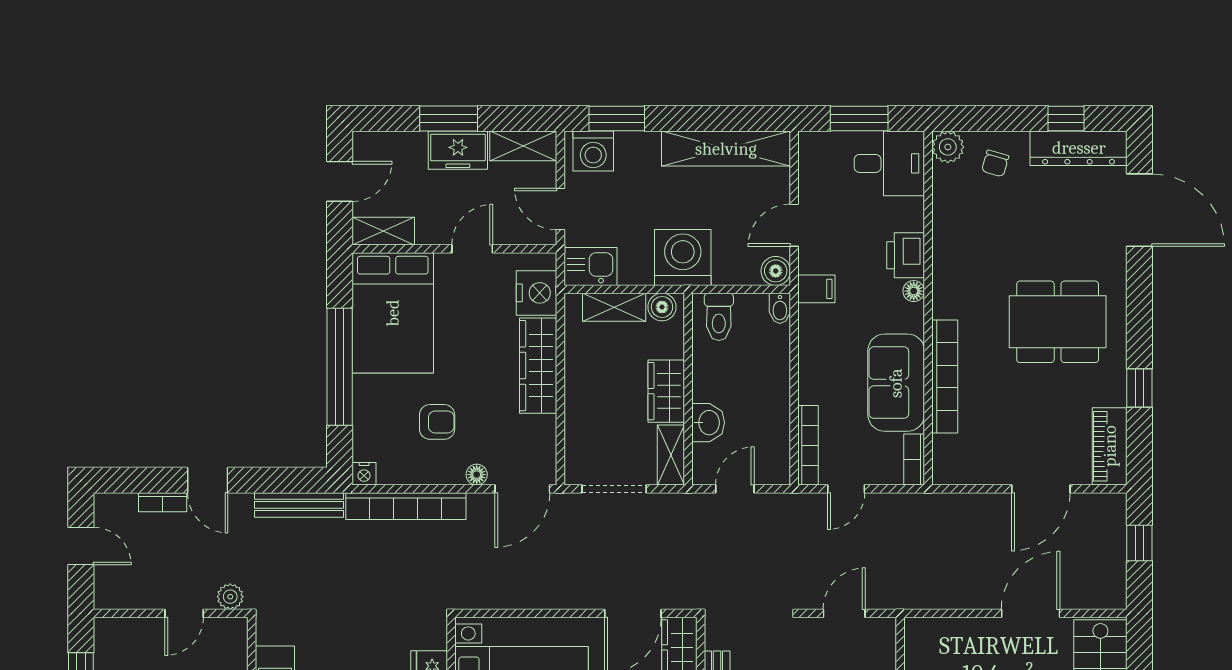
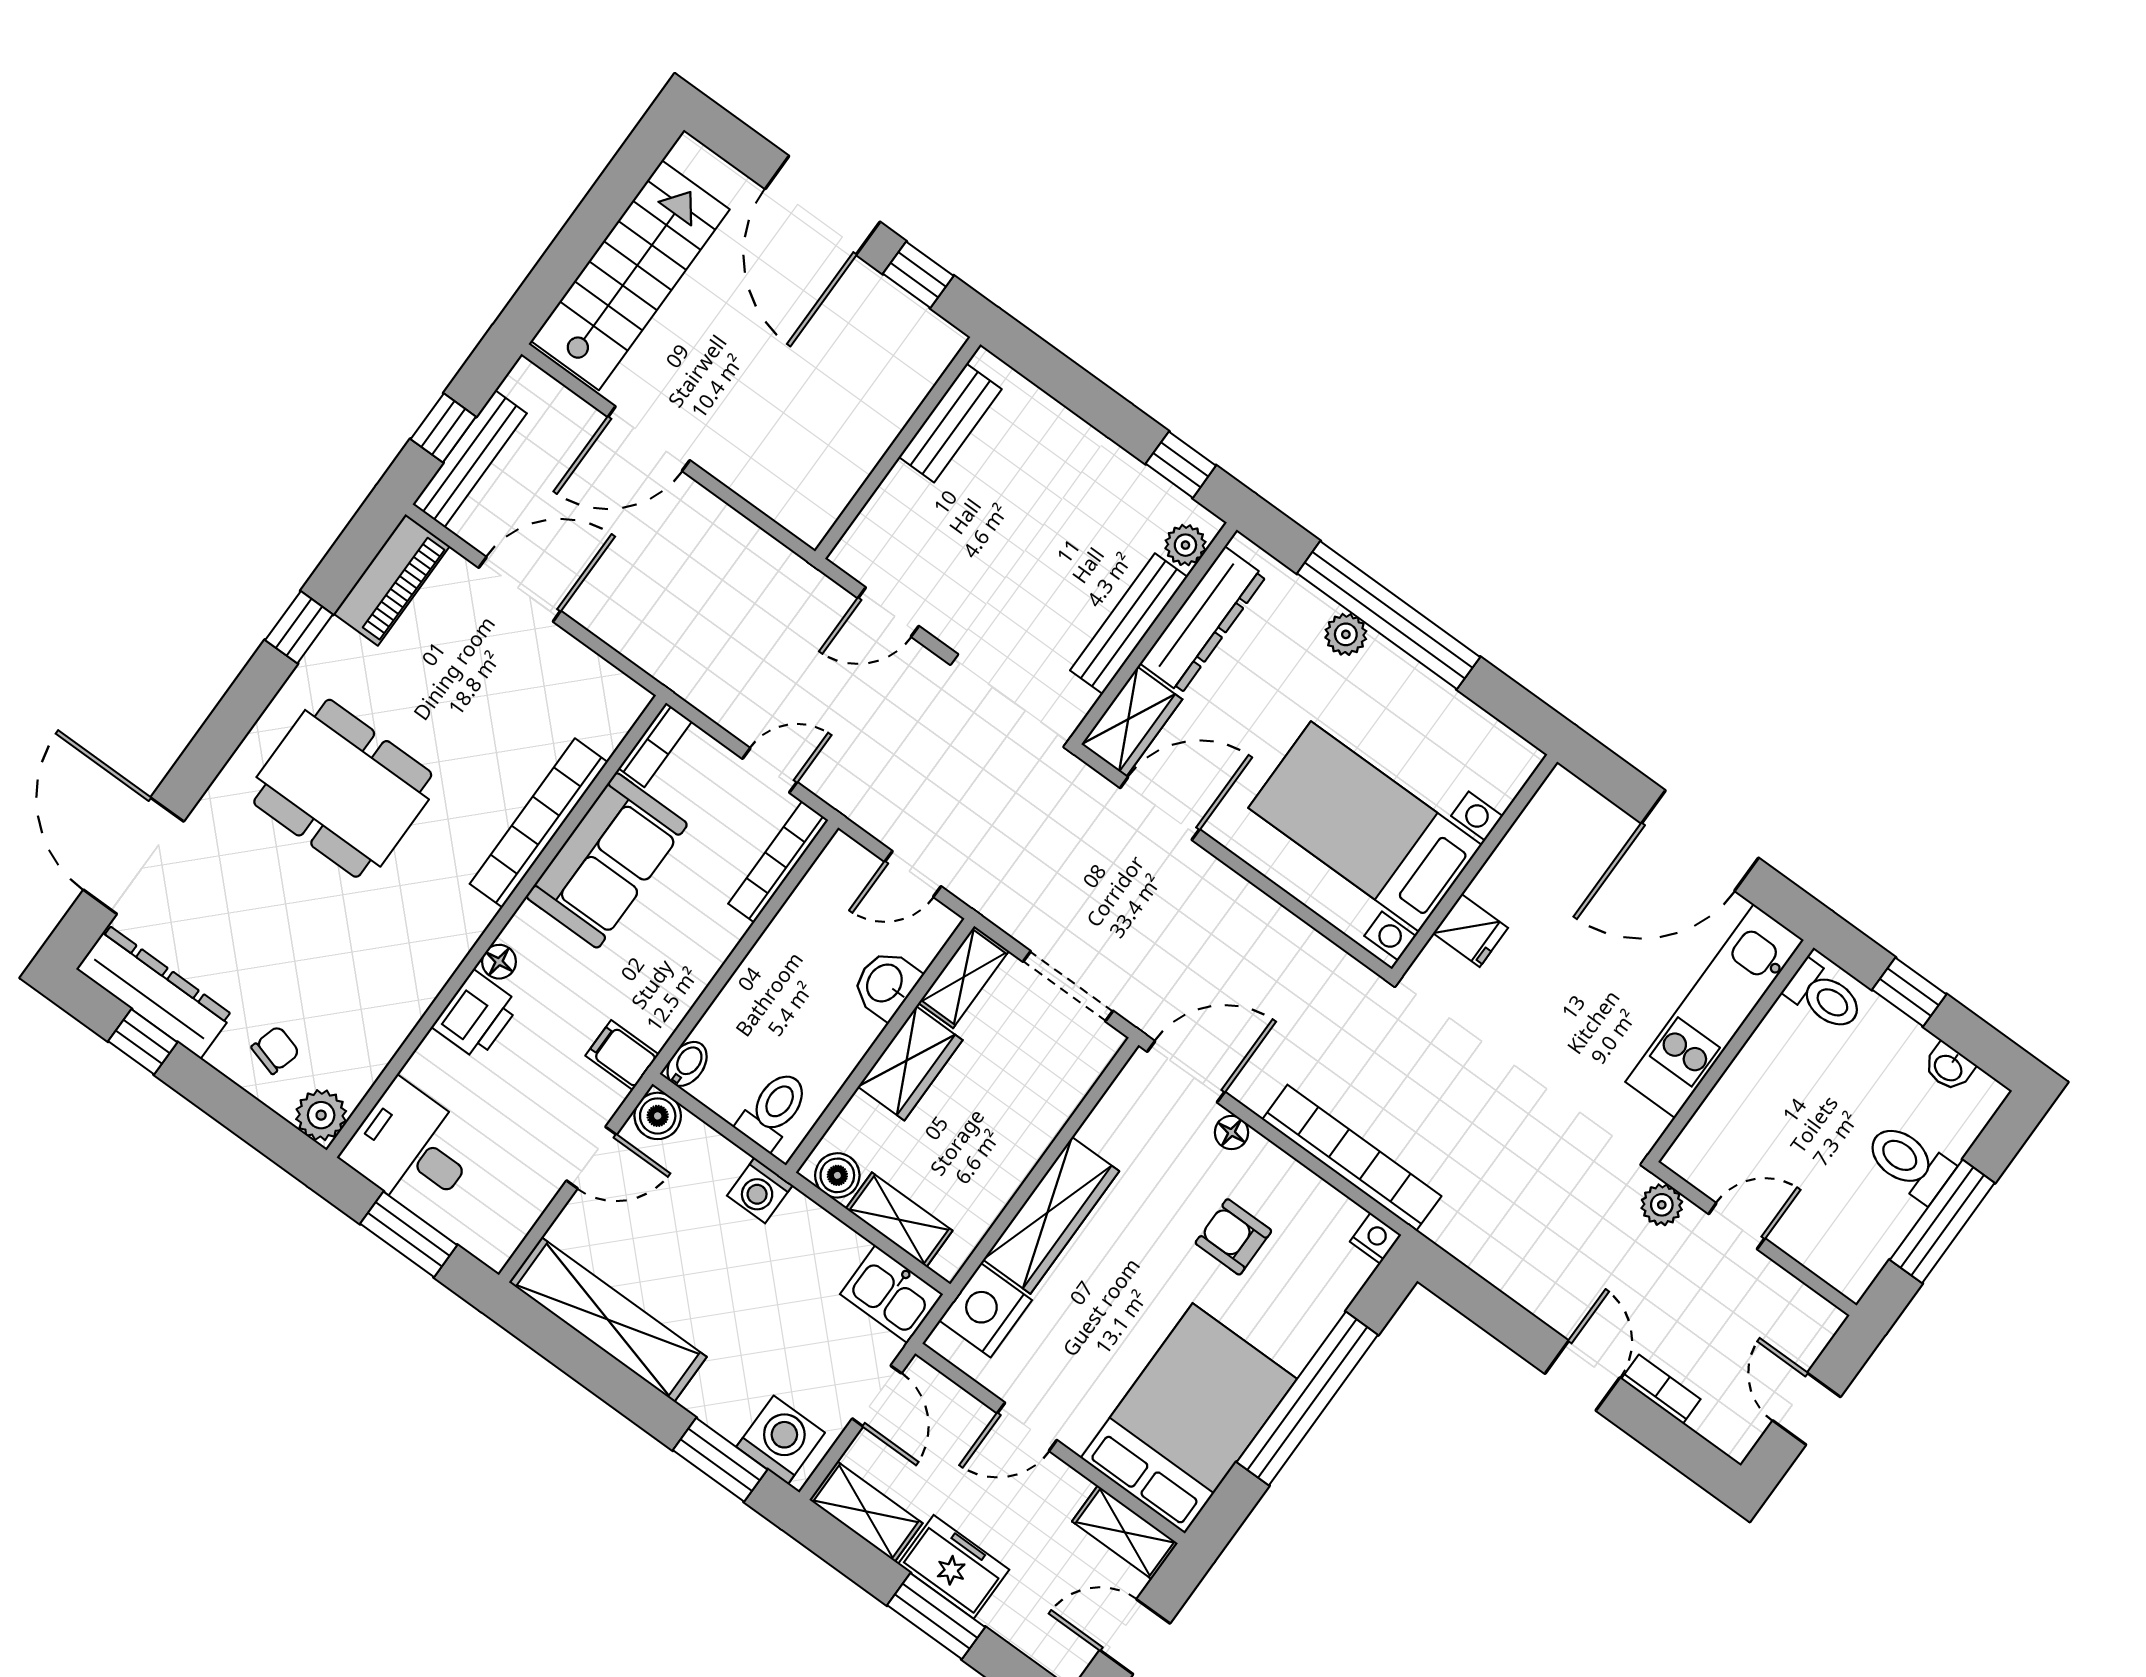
washing machine: (683, 257) -> (760, 1190), width x0.53, depth x0.53
bench: (299, 505) -> (470, 459), moved, turned 90

